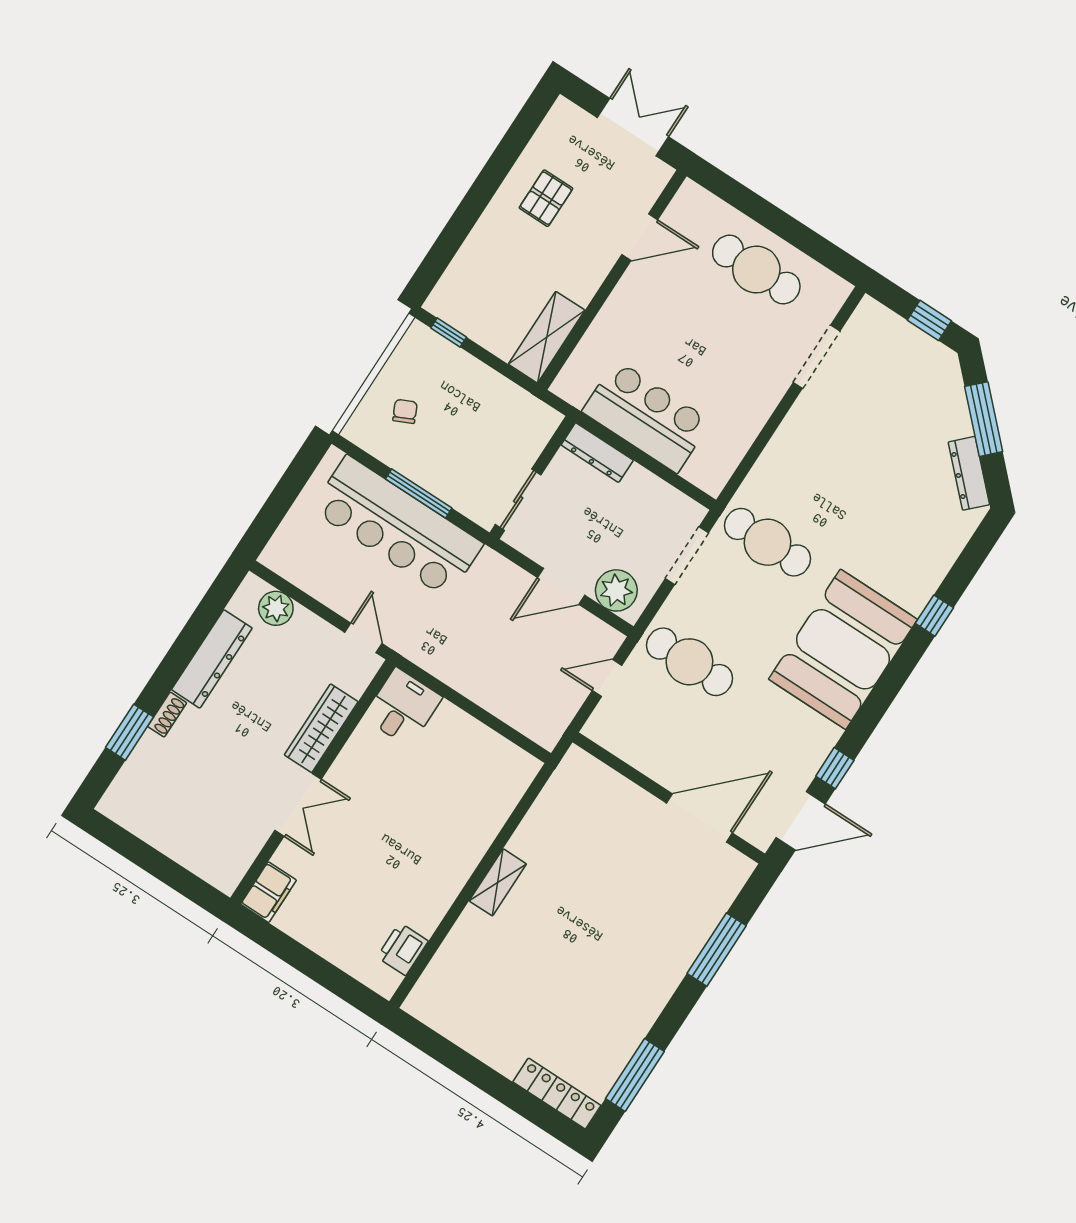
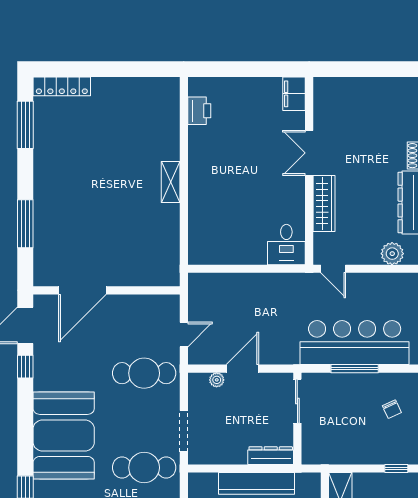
plant: (616, 590) -> (217, 380), width x0.53, depth x0.53

